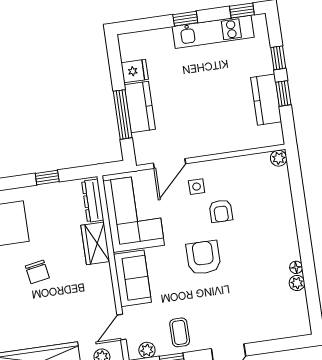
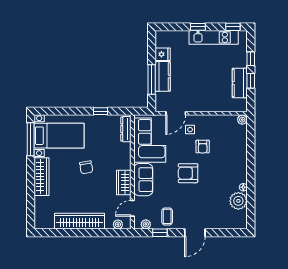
wardrobe: (95, 243) -> (124, 183), moved
armchair: (203, 258) -> (188, 173), turned -90
plant: (297, 283) -> (238, 201), width x1.88, depth x1.88

